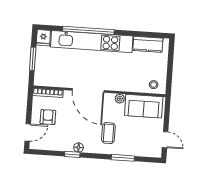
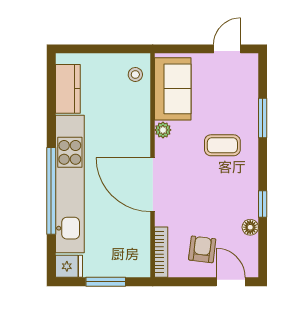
door: (88, 90) -> (153, 185), swing flipped
armchair: (48, 117) -> (202, 249), turned 97
floor lamp: (79, 147) -> (250, 227), moved

